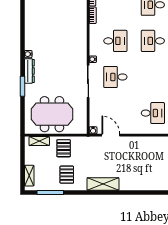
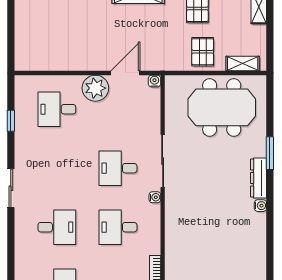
desk: (115, 77) -> (118, 168), turned 180
plant: (129, 126) -> (95, 88), added
door: (111, 135) -> (125, 73), swing flipped

